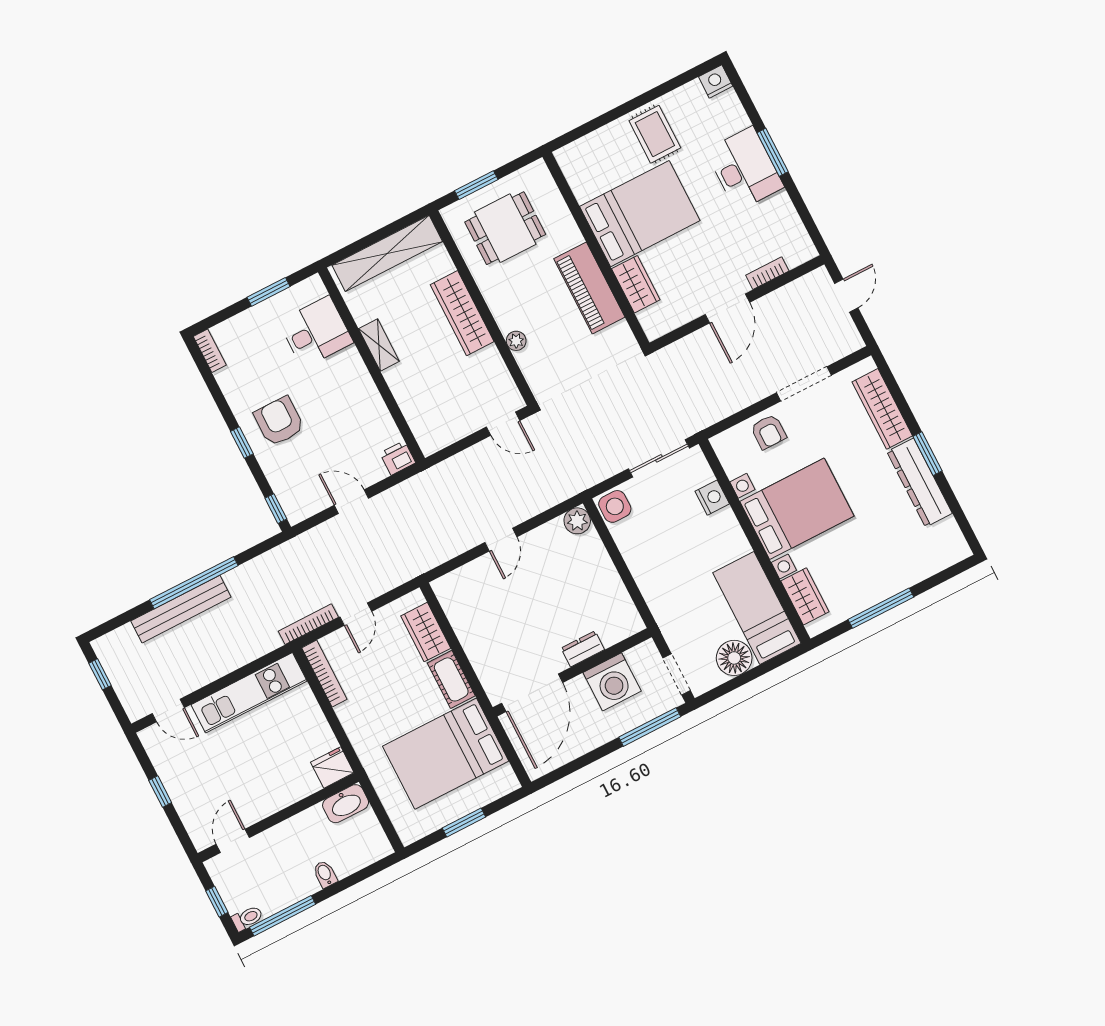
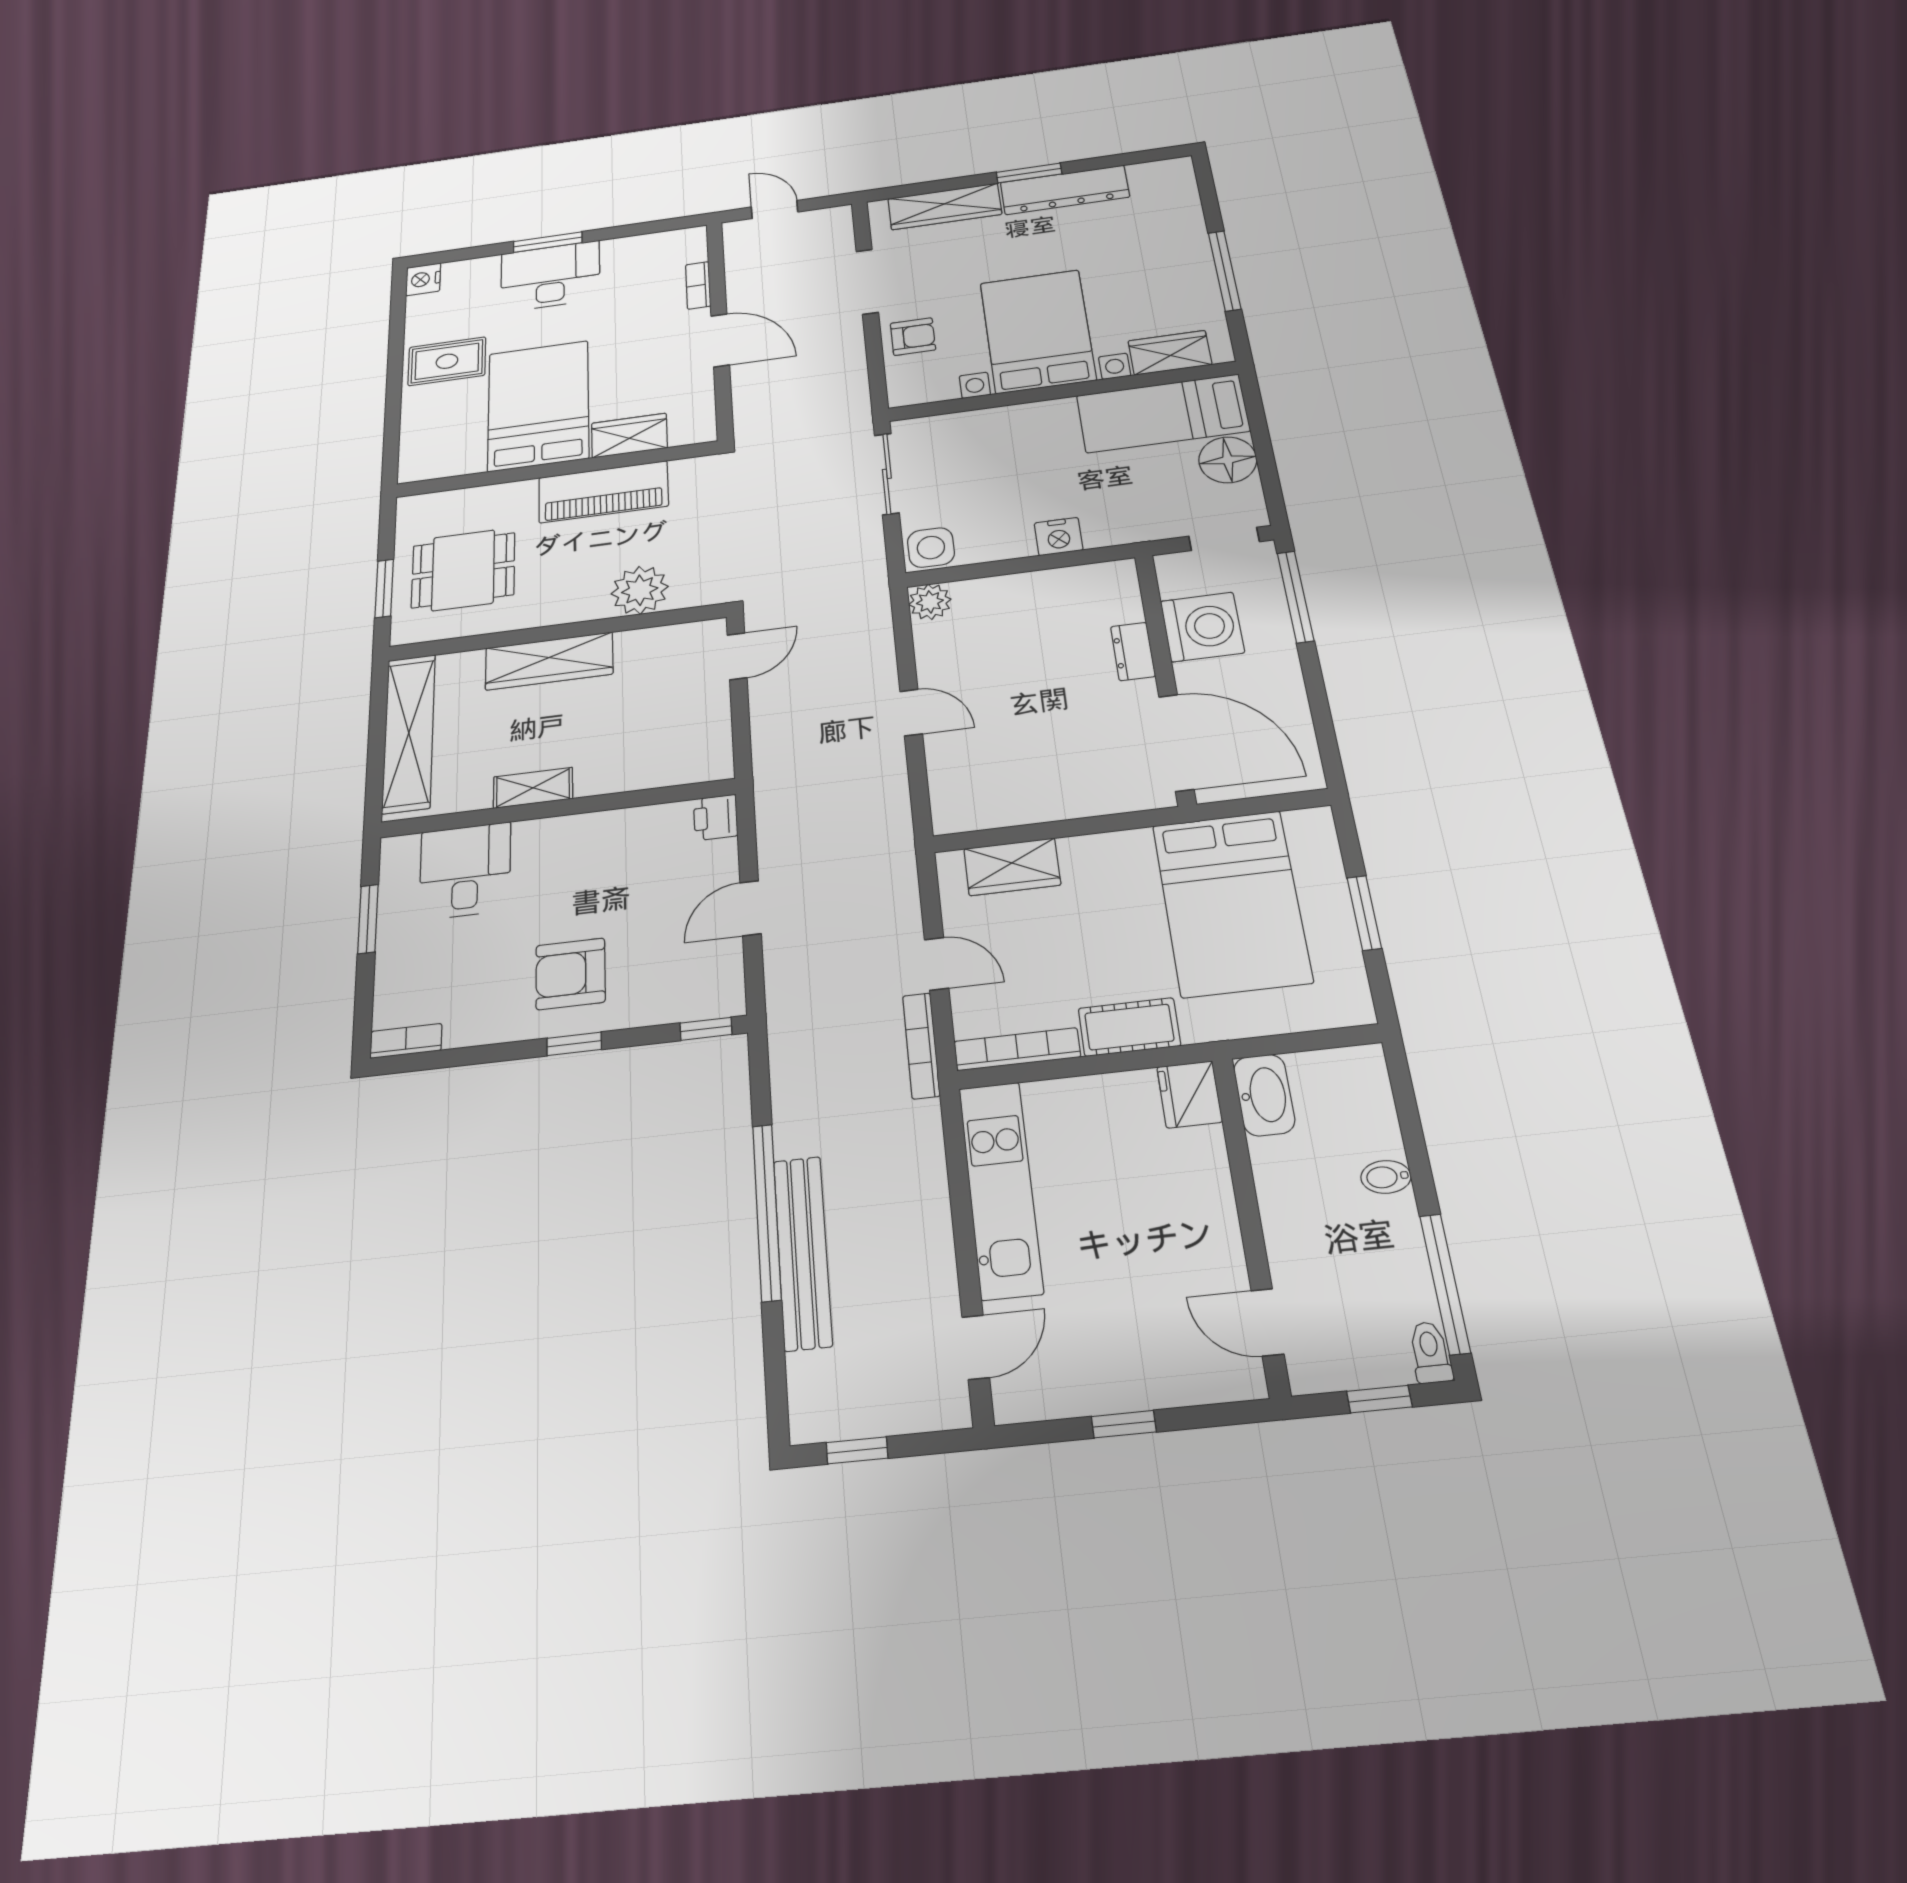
dining table: (505, 228) -> (463, 570), turned 90
plant: (516, 341) -> (640, 590), width x1.88, depth x1.88
nightstand: (712, 498) -> (1059, 537), moved, turned 180
cot: (451, 679) -> (1129, 1027), moved

